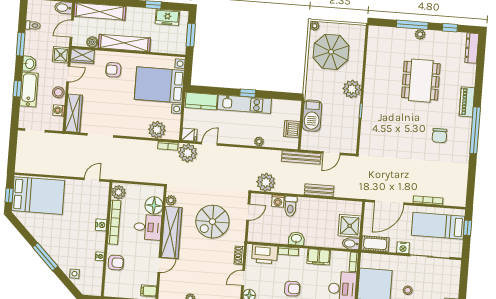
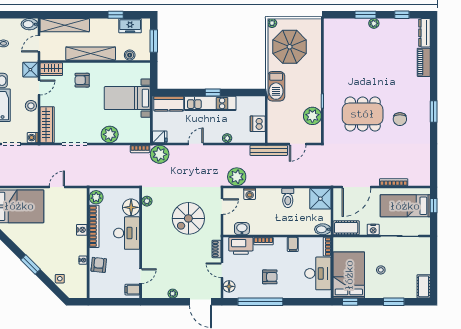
window: (412, 25) -> (366, 15), width x0.69
boiler: (92, 42) -> (130, 55), moved
dining table: (421, 81) -> (363, 114), moved, turned 90
bed with nightstands: (159, 85) -> (127, 98), width x0.73
plant: (352, 89) -> (312, 116), moved
piano: (467, 102) -> (424, 62), moved
washing machine: (59, 110) -> (33, 138), moved
barbecue: (312, 116) -> (276, 86), moved
plant: (157, 130) -> (110, 134), moved
window: (475, 130) -> (434, 111), width x0.47
door: (209, 144) -> (196, 144), moved
door: (92, 180) -> (57, 187), moved
bench: (319, 190) -> (288, 181), removed
toilet: (290, 206) -> (288, 198), moved
shower: (350, 226) -> (320, 199), moved
desk: (148, 227) -> (127, 233), width x1.37
wardrobe: (172, 232) -> (150, 232), removed
washbasin: (296, 239) -> (242, 229), moved
window: (45, 257) -> (30, 265), width x0.69
filing cabinet: (319, 257) -> (293, 244), width x0.50
armchair: (116, 263) -> (99, 265), turned -84
door: (159, 265) -> (141, 276), moved
door: (243, 278) -> (222, 270), hinge flipped

